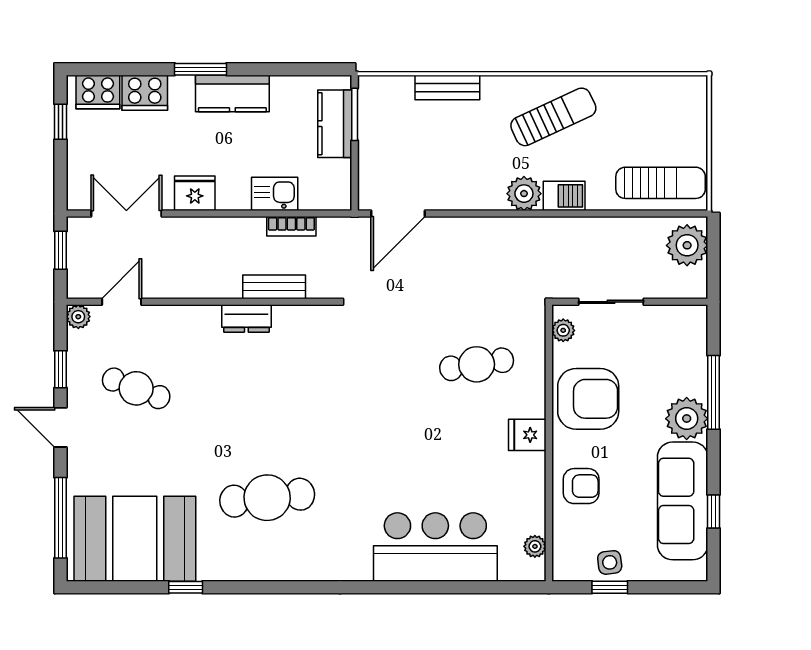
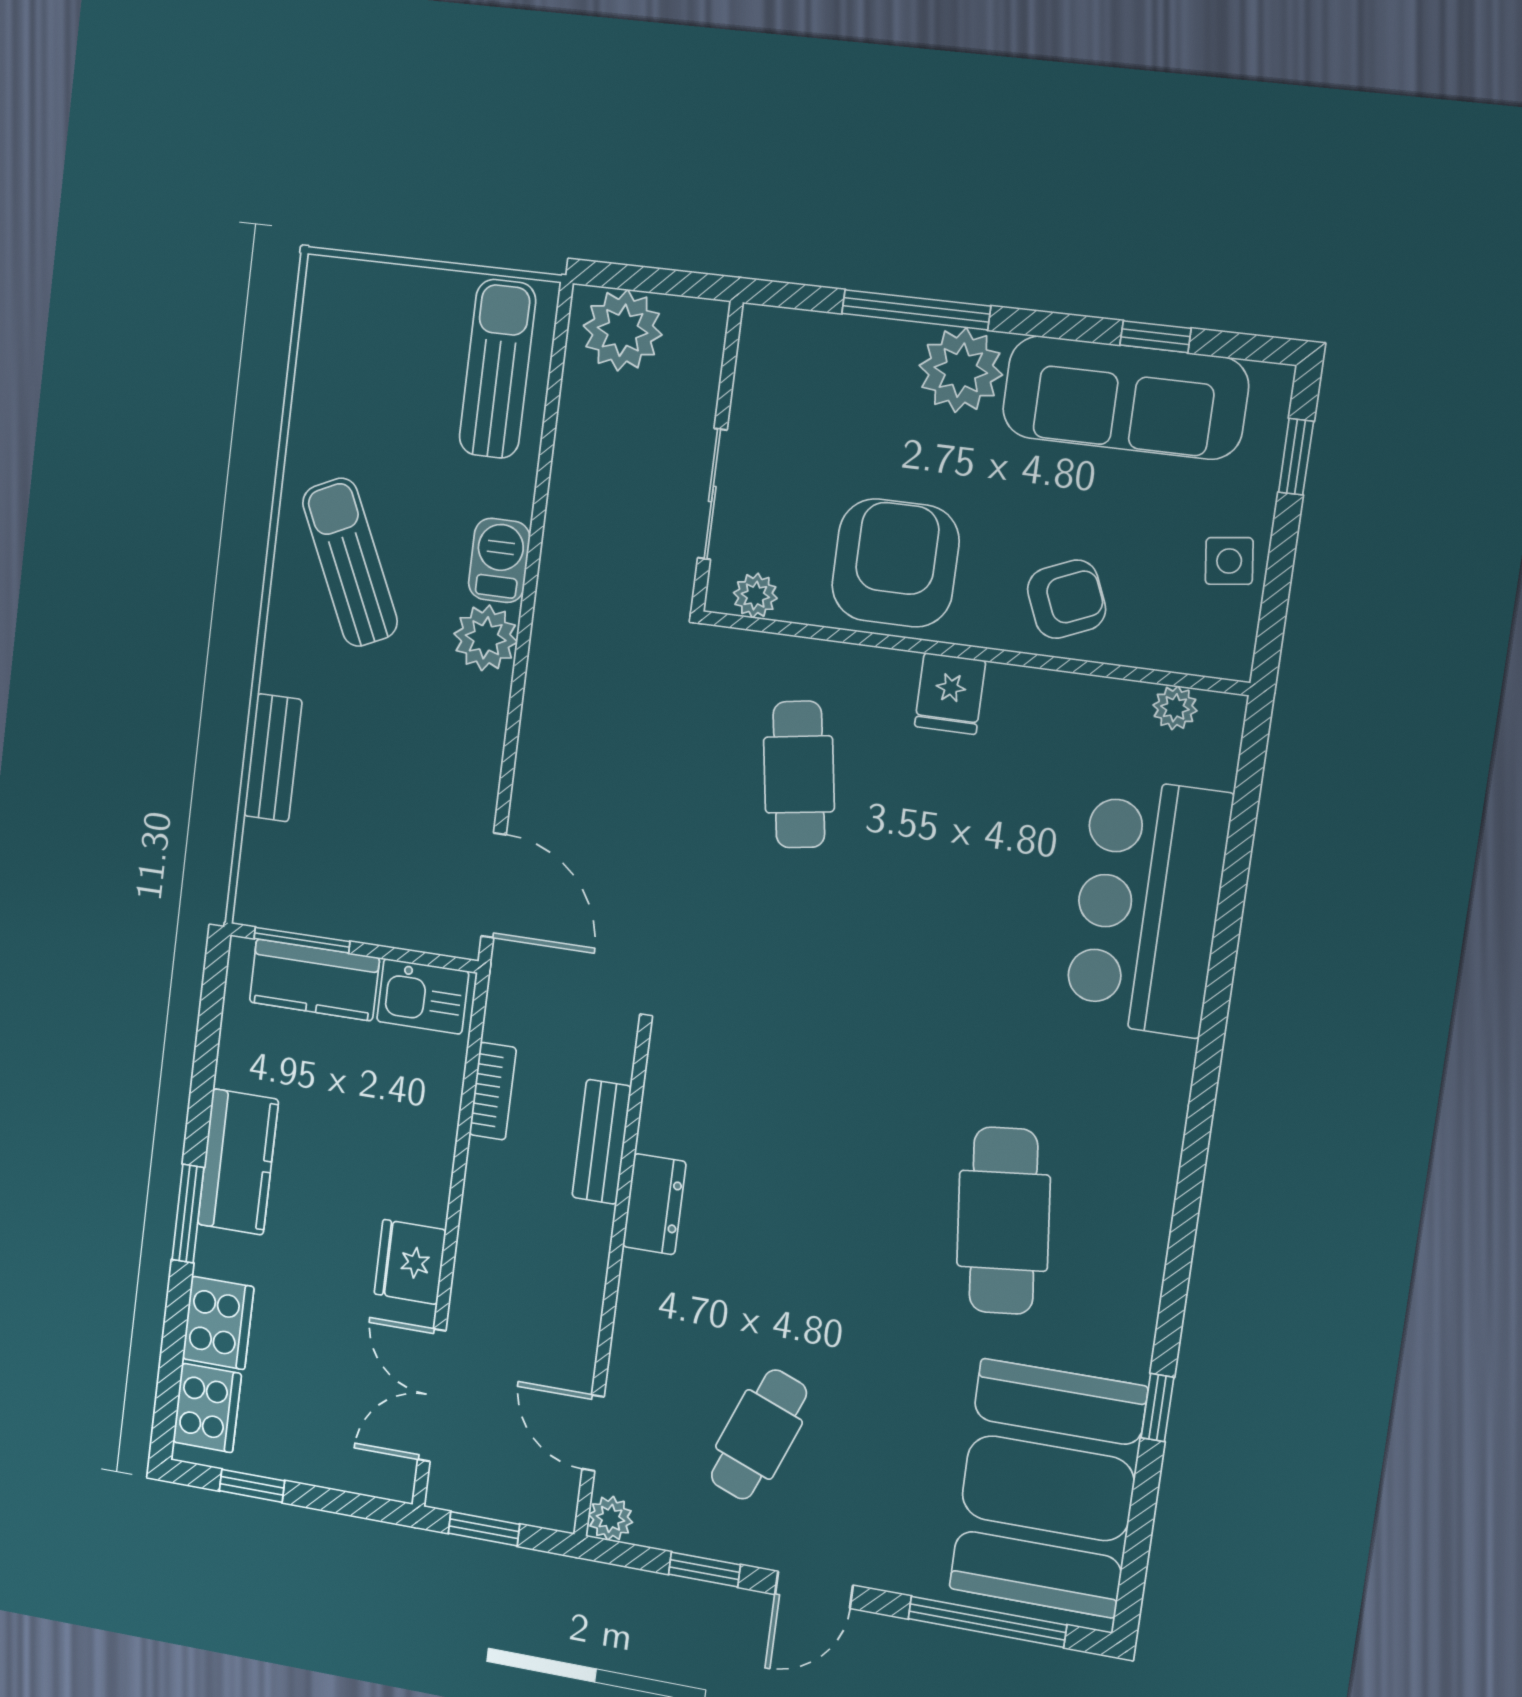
kitchen sink: (275, 194) -> (423, 996), moved, turned -90
armchair: (581, 486) -> (1067, 599), turned 67
window: (610, 587) -> (1296, 457), moved

